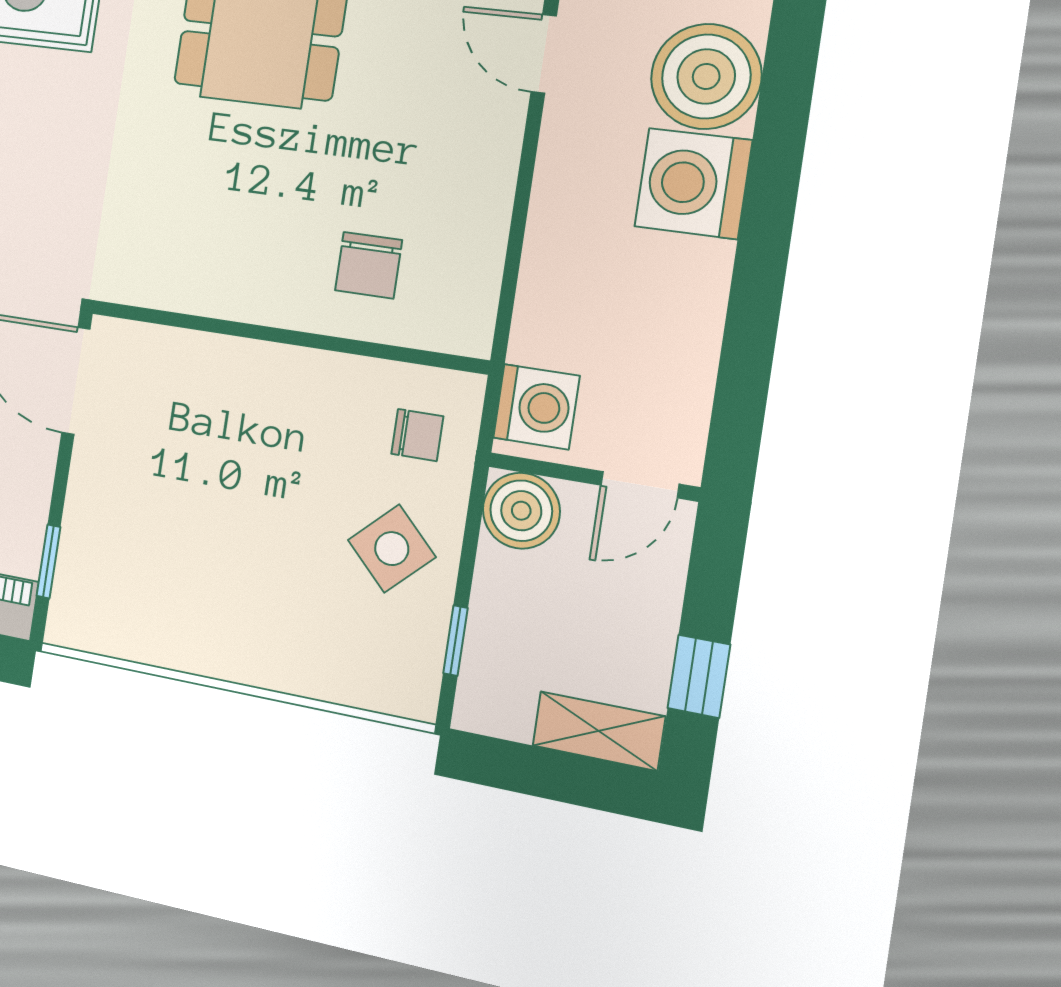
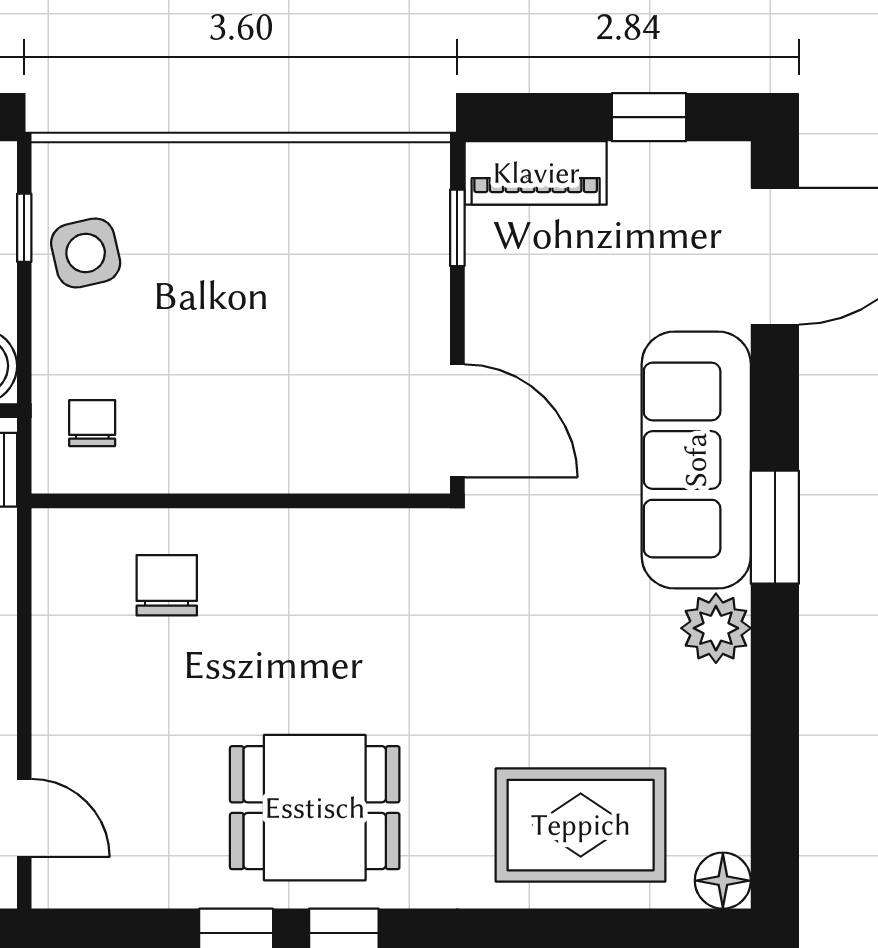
chair: (417, 435) -> (92, 423), turned 90
side table: (392, 549) -> (86, 253), moved, turned 31

